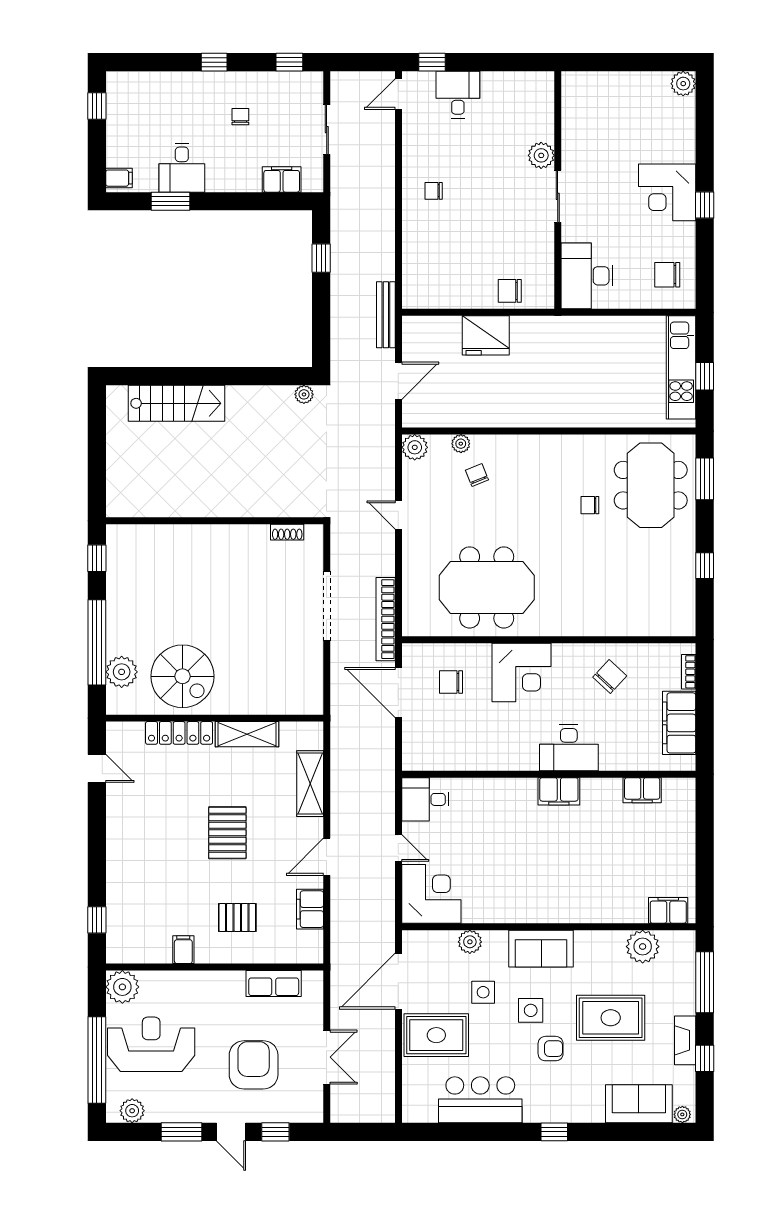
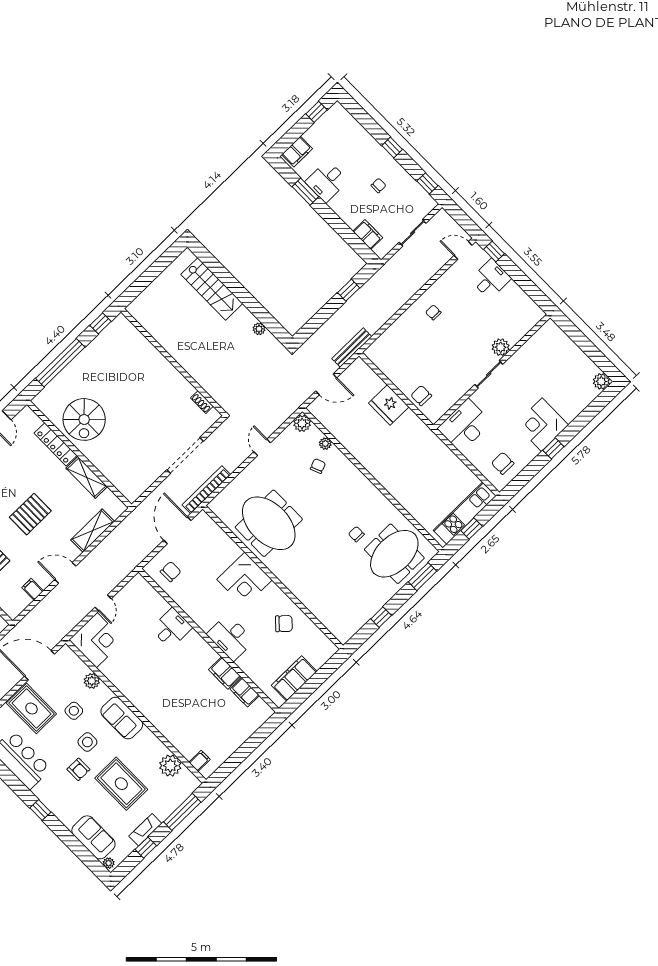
filing cabinet: (119, 178) -> (297, 152), width x2.00
plant: (304, 394) -> (259, 329), moved
plant: (122, 672) -> (58, 388), removed
bookcase: (689, 672) -> (323, 659), removed
chair: (451, 682) -> (171, 572), moved, turned 90
filing cabinet: (559, 791) -> (225, 673), moved
desk: (425, 799) -> (172, 628), moved, turned 90
filing cabinet: (310, 909) -> (33, 589), width x0.50
filing cabinet: (668, 910) -> (200, 761), width x0.50

